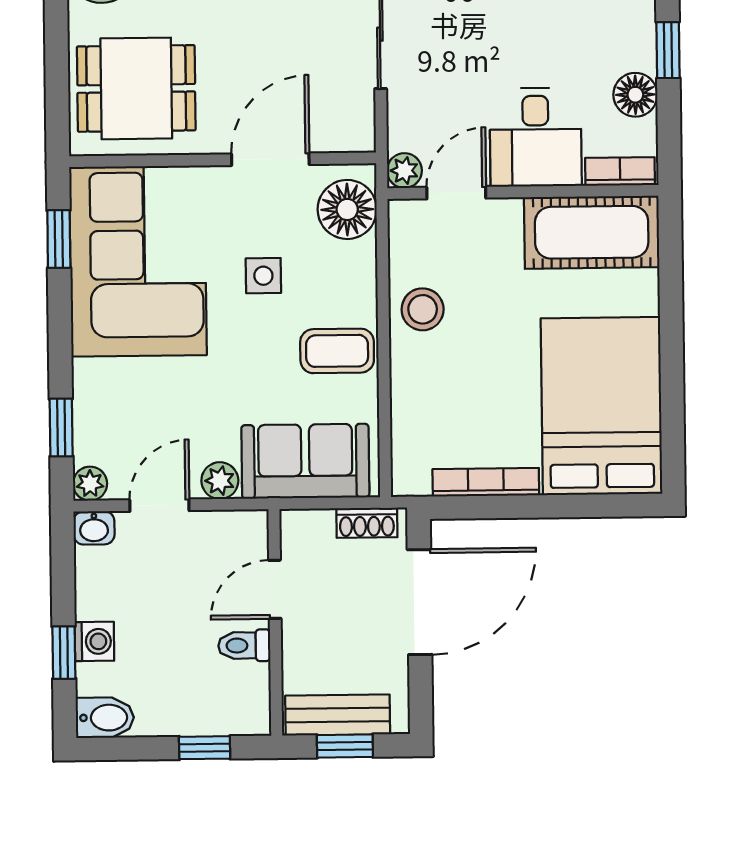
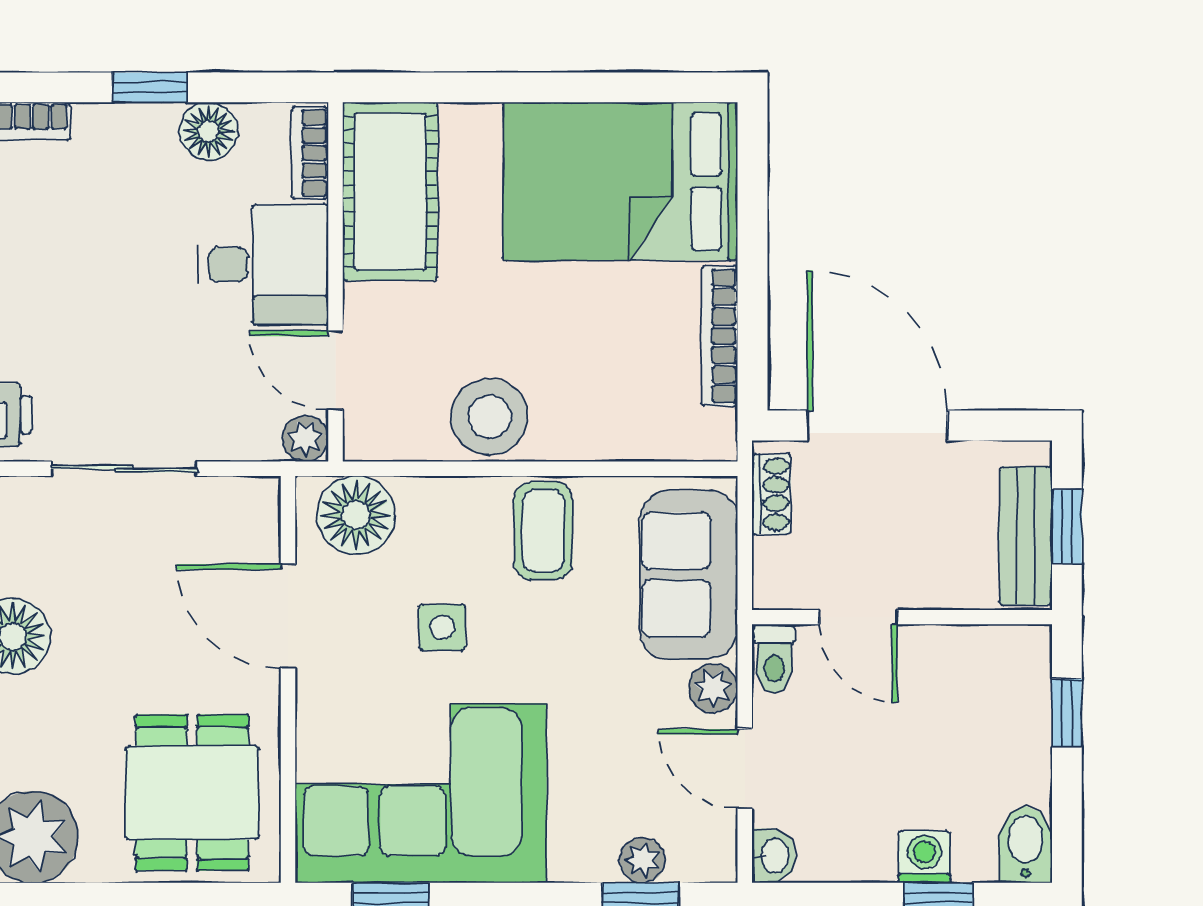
stool: (423, 309) -> (489, 417), width x1.38, depth x1.38
plant: (90, 484) -> (642, 860), moved
toilet: (244, 645) -> (774, 659), moved

